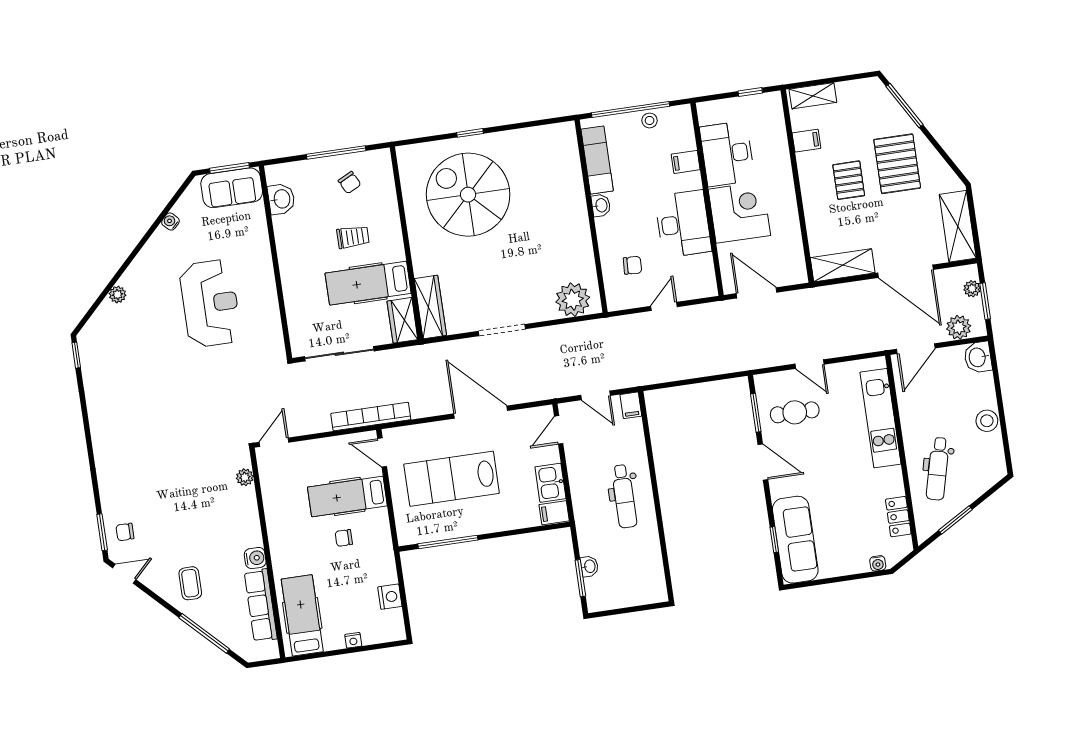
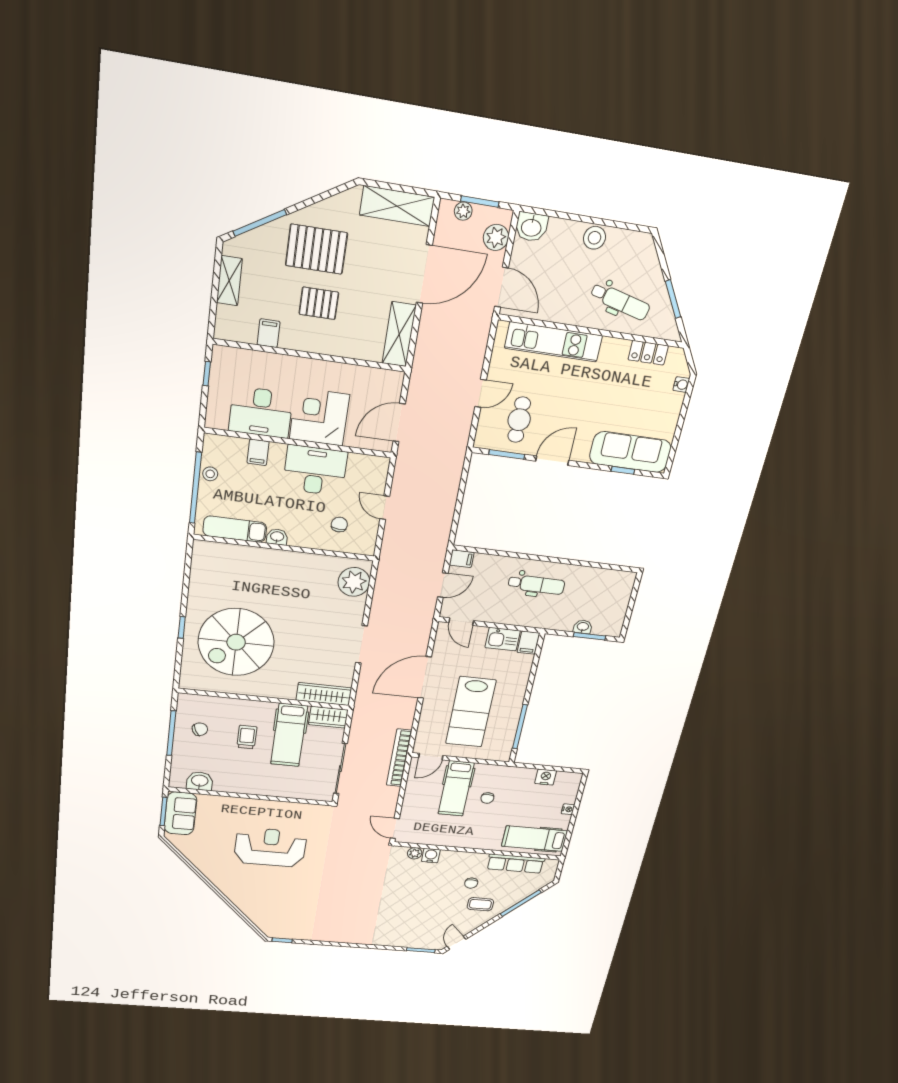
shelving: (813, 96) -> (229, 281), moved
water cooler: (170, 222) -> (196, 860), removed
plant: (118, 294) -> (244, 906), removed
chair: (125, 532) -> (471, 883), moved
water cooler: (255, 558) -> (431, 856), moved

